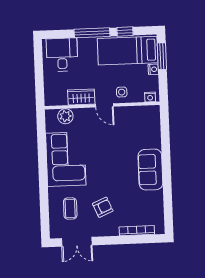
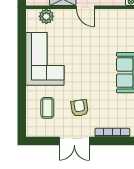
armchair: (103, 207) -> (80, 108), turned -76
double door: (77, 242) -> (74, 141), moved

